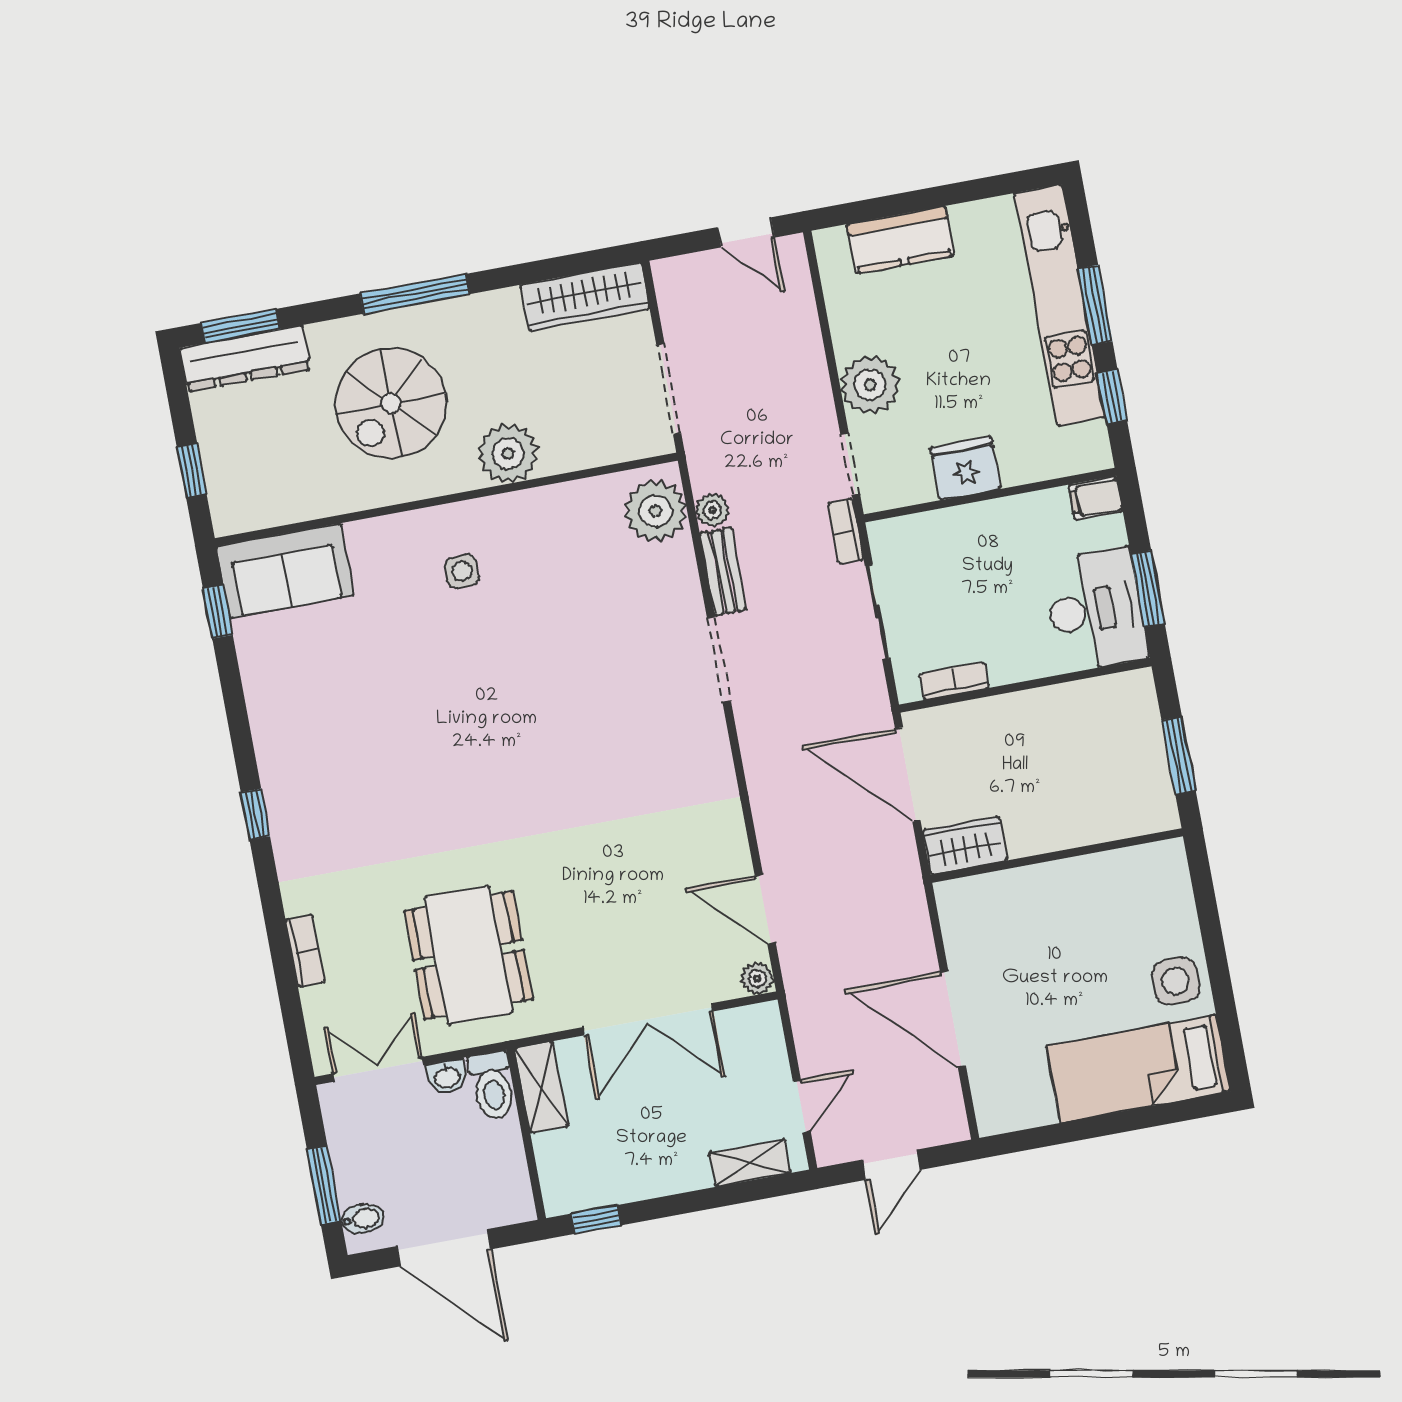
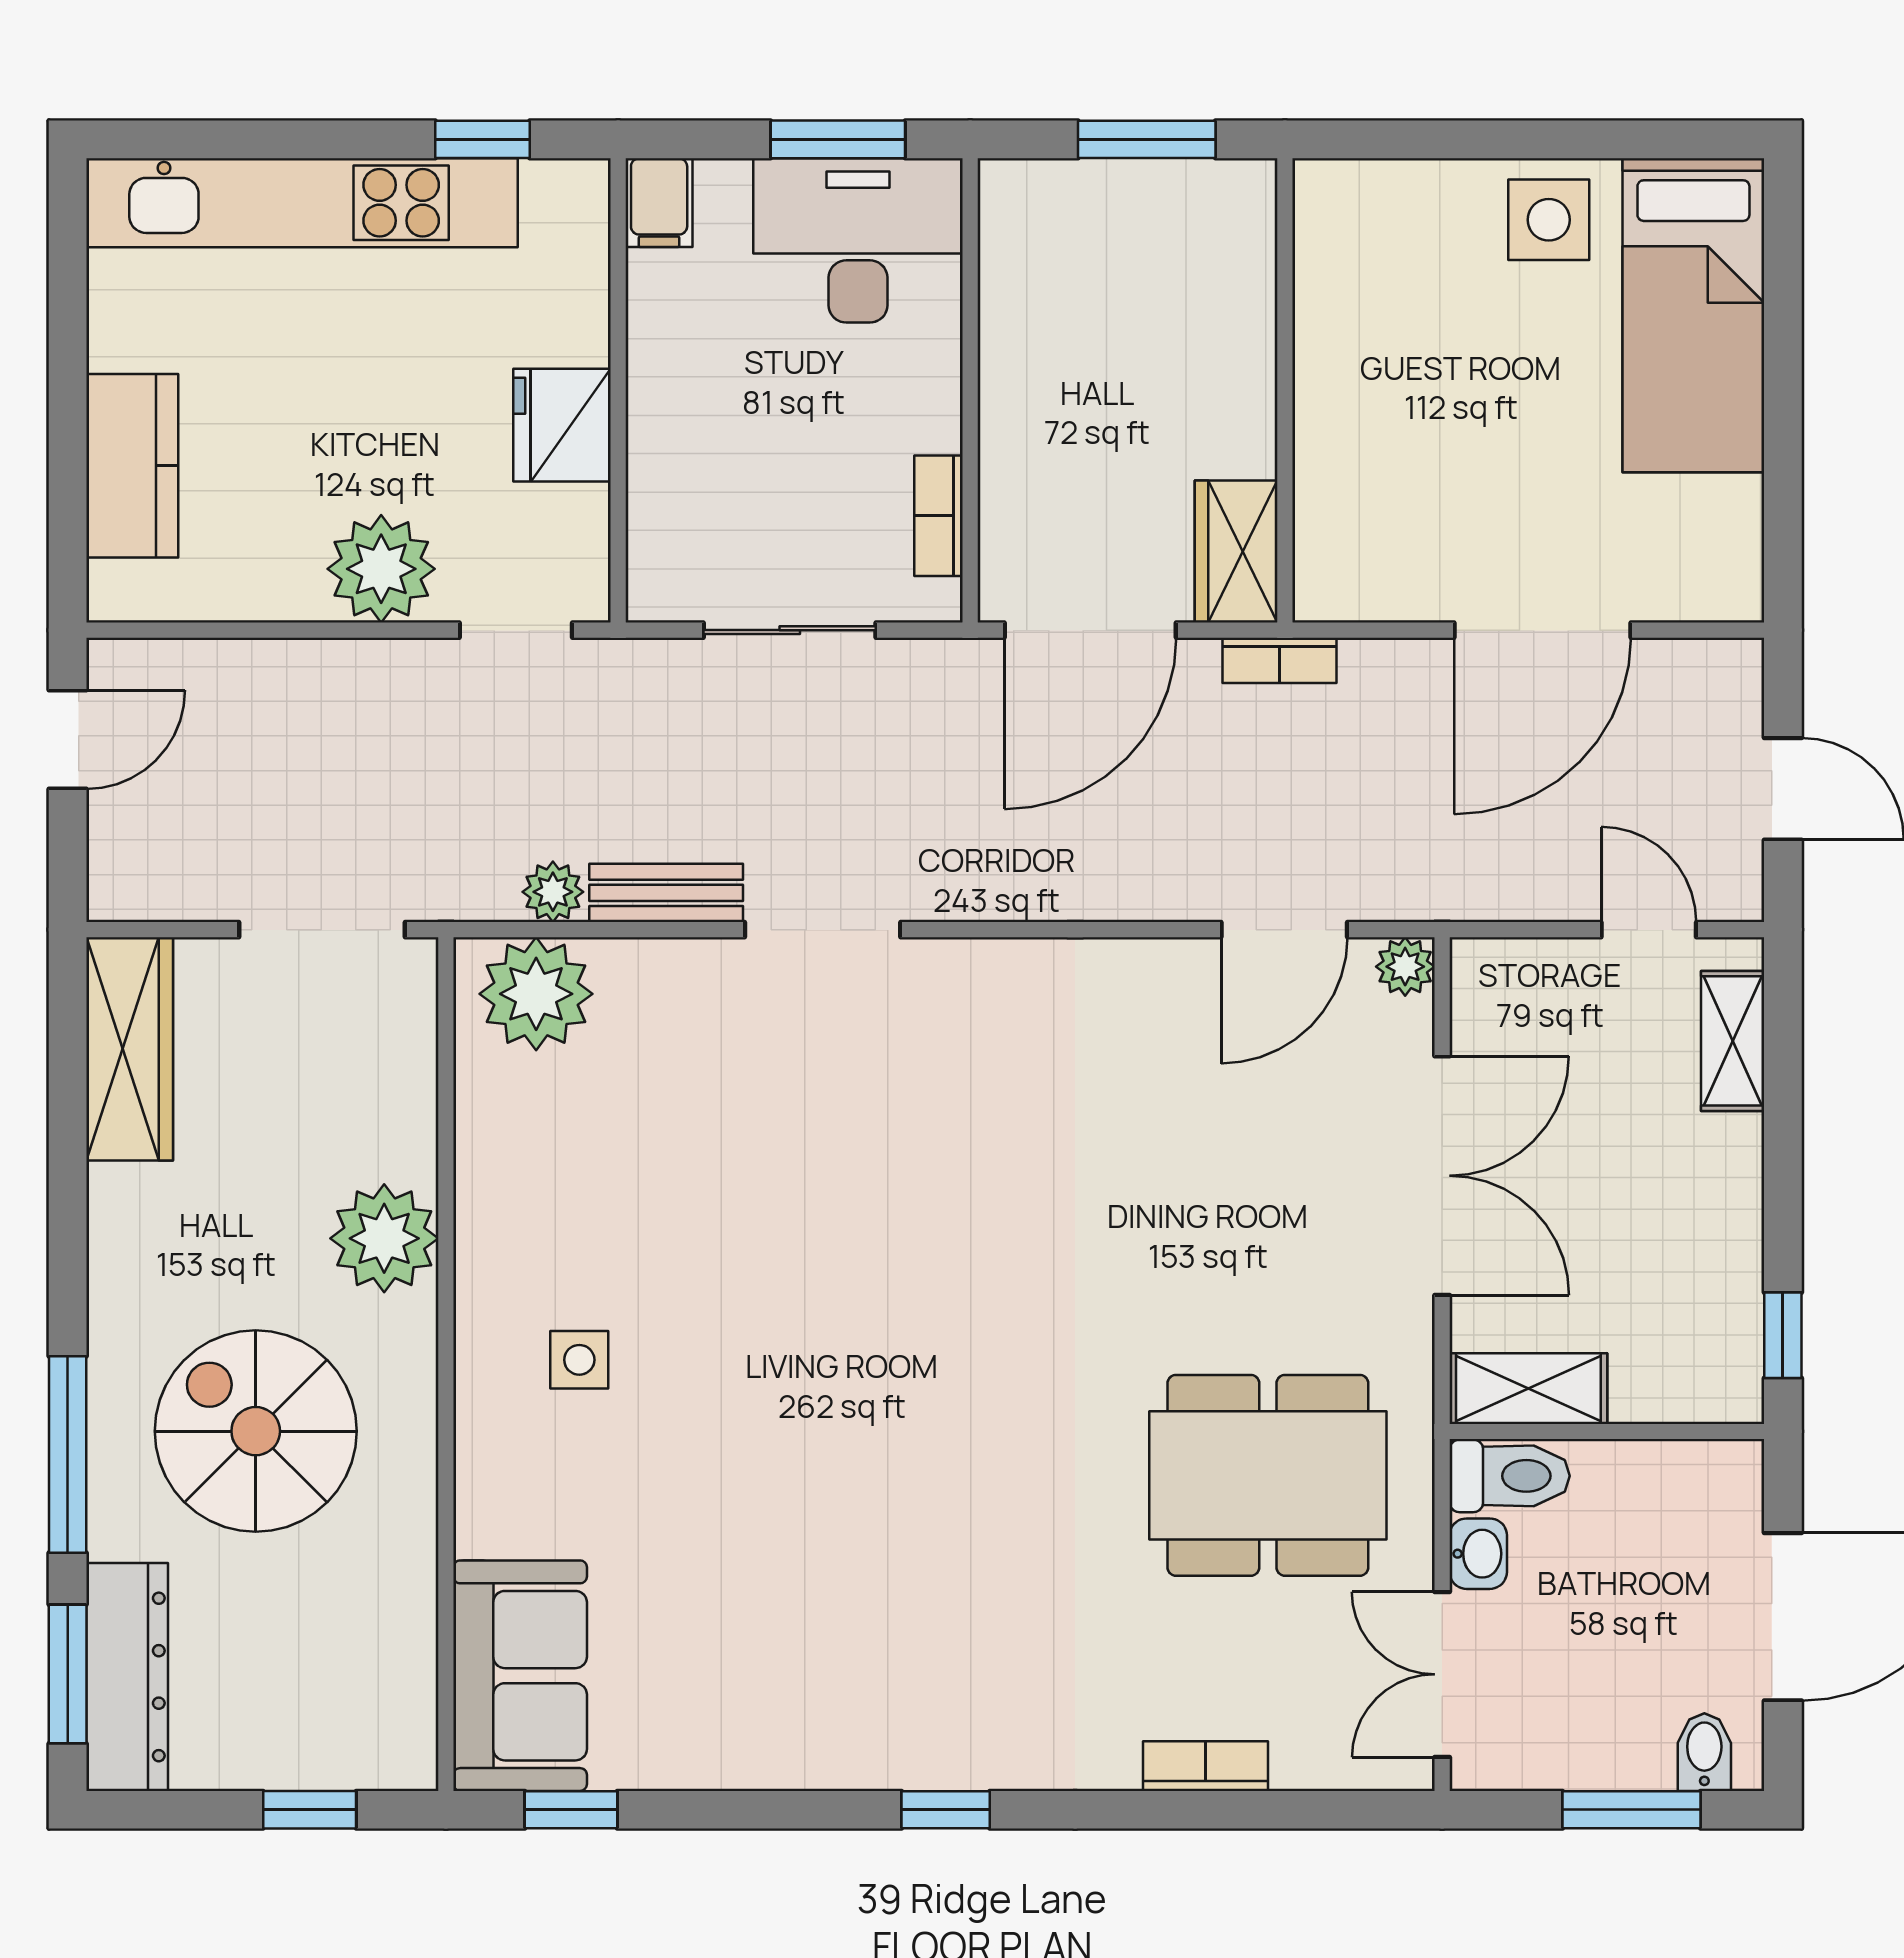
window: (415, 294) -> (68, 1455), moved
window: (1095, 305) -> (313, 139), removed
spiral stairs: (391, 403) -> (256, 1431), turned 180
bookcase: (846, 531) -> (1280, 660), moved

